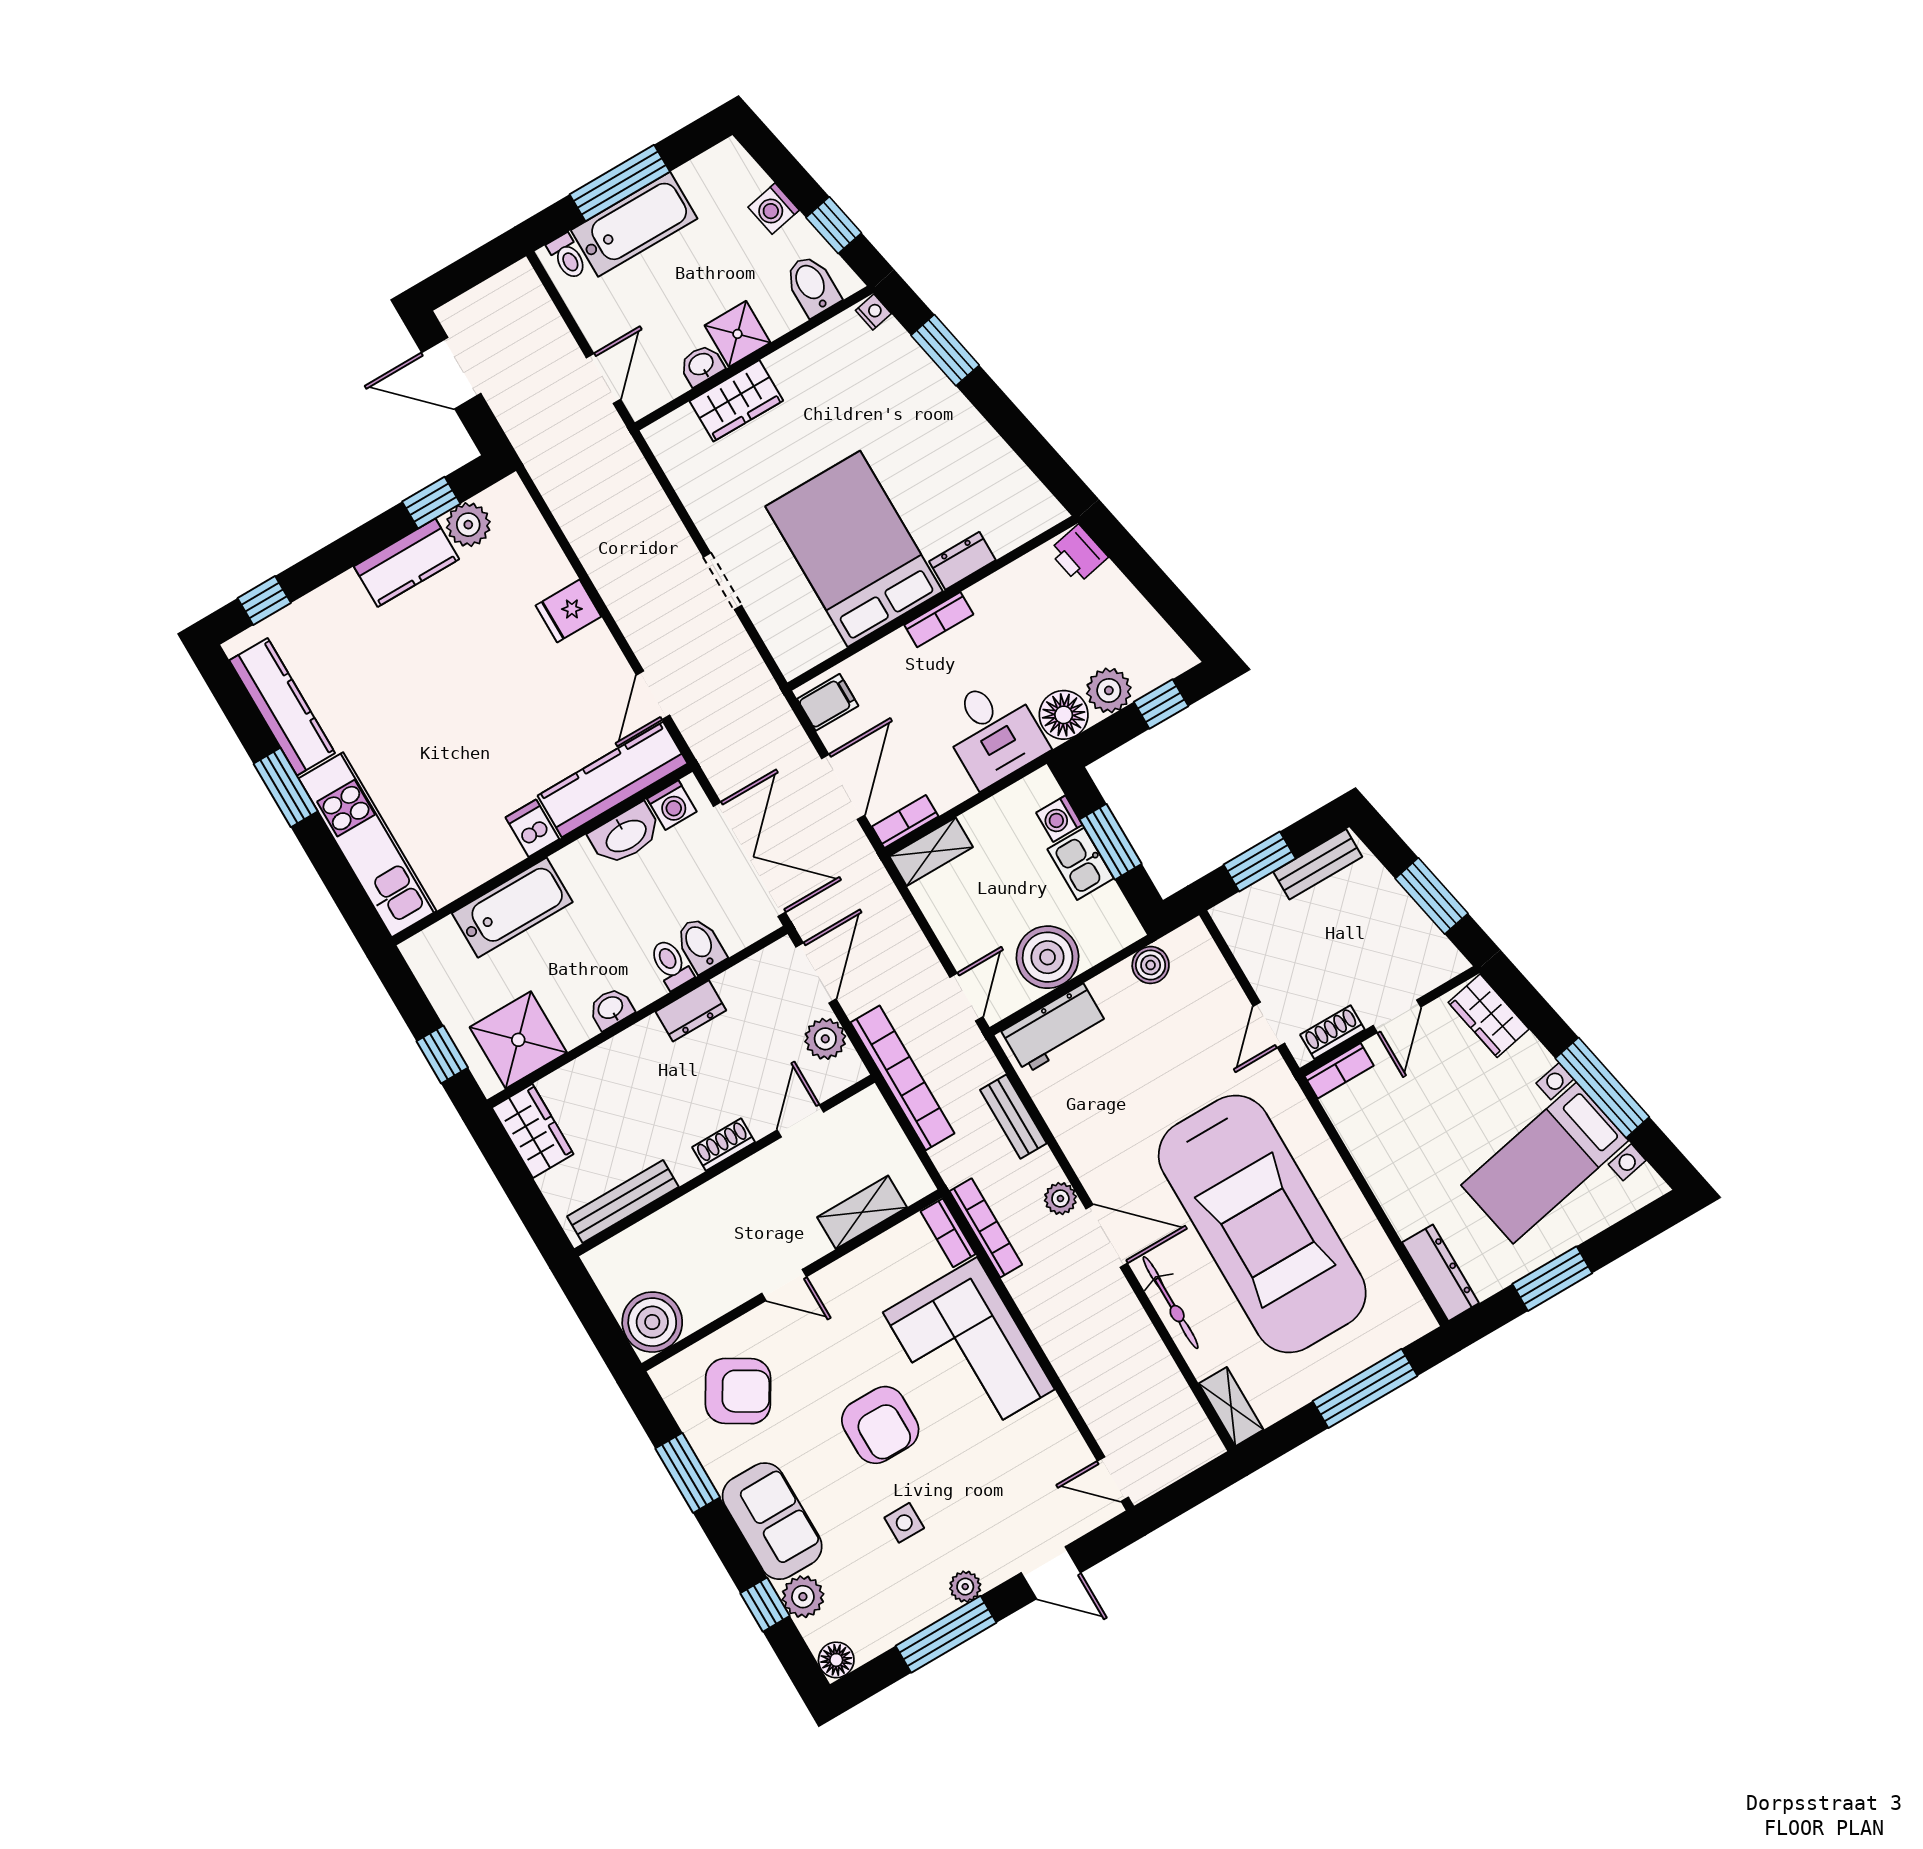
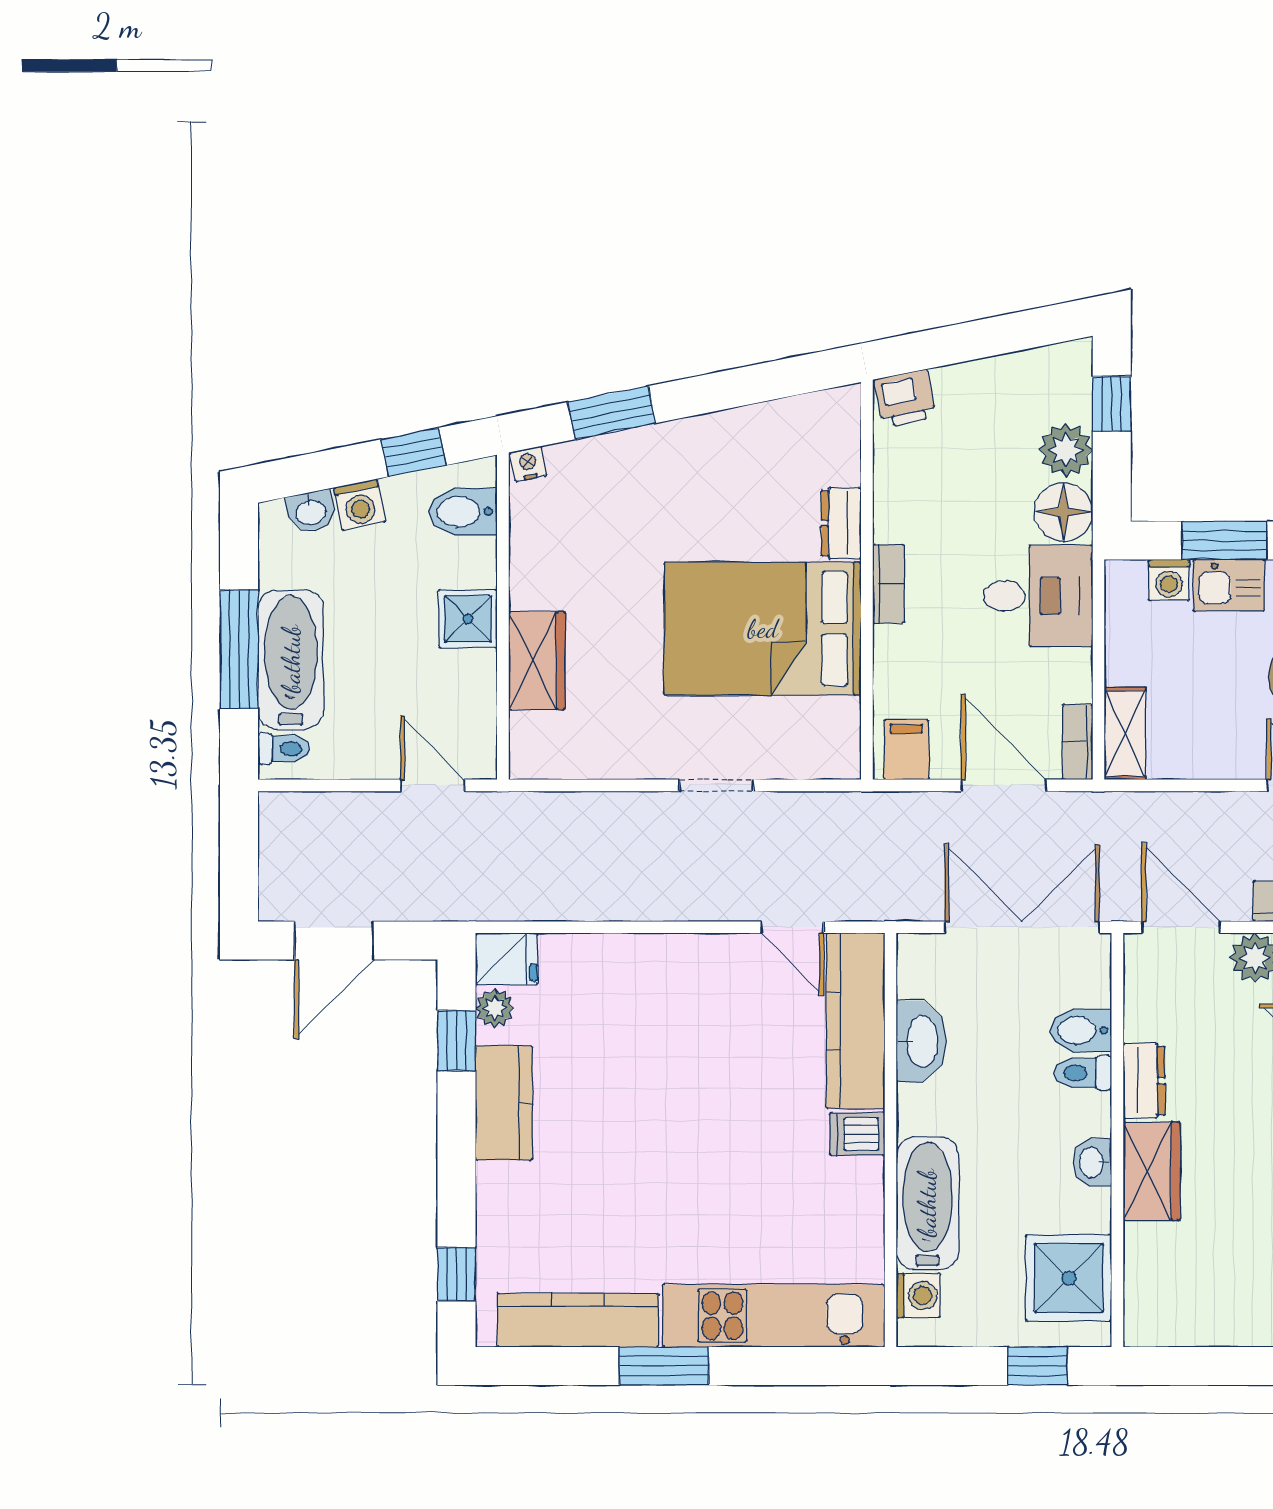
washbasin: (701, 365) -> (311, 511), moved, turned -101
plant: (468, 525) -> (495, 1008), width x0.73, depth x0.73
fridge: (568, 611) -> (506, 959), moved, turned -90
washing machine: (672, 805) -> (918, 1296), moved
wardrobe: (533, 1131) -> (1152, 1171), moved, turned 90

